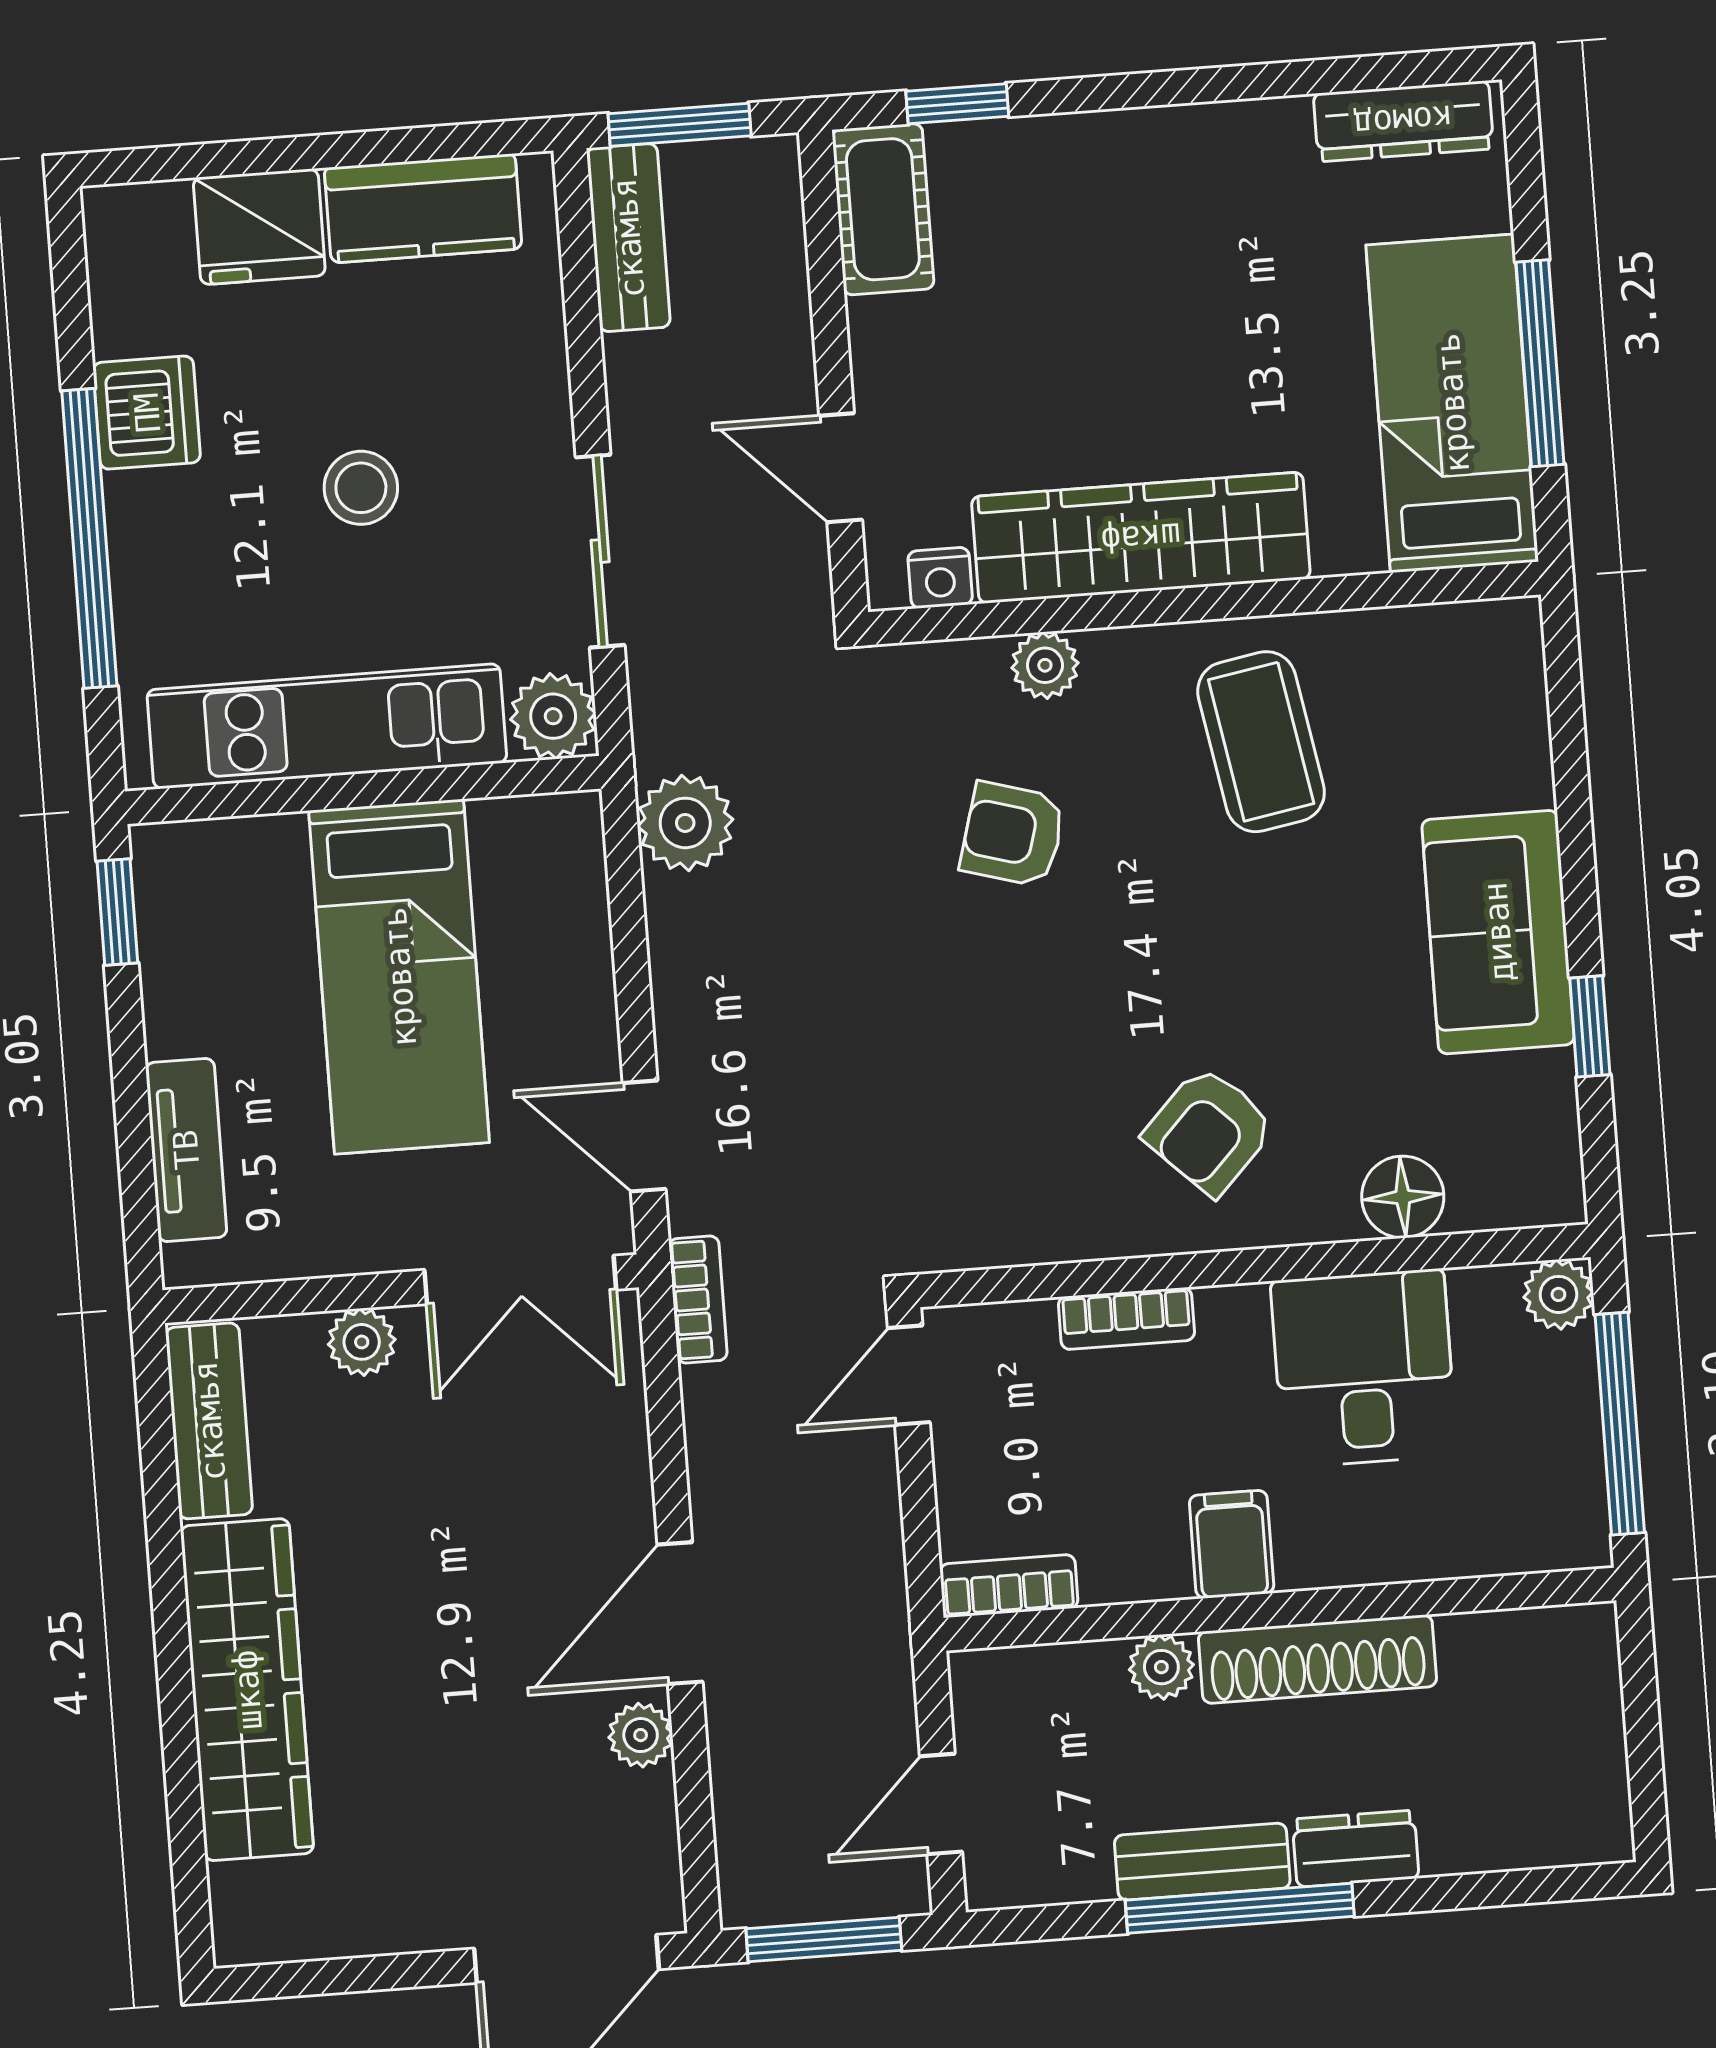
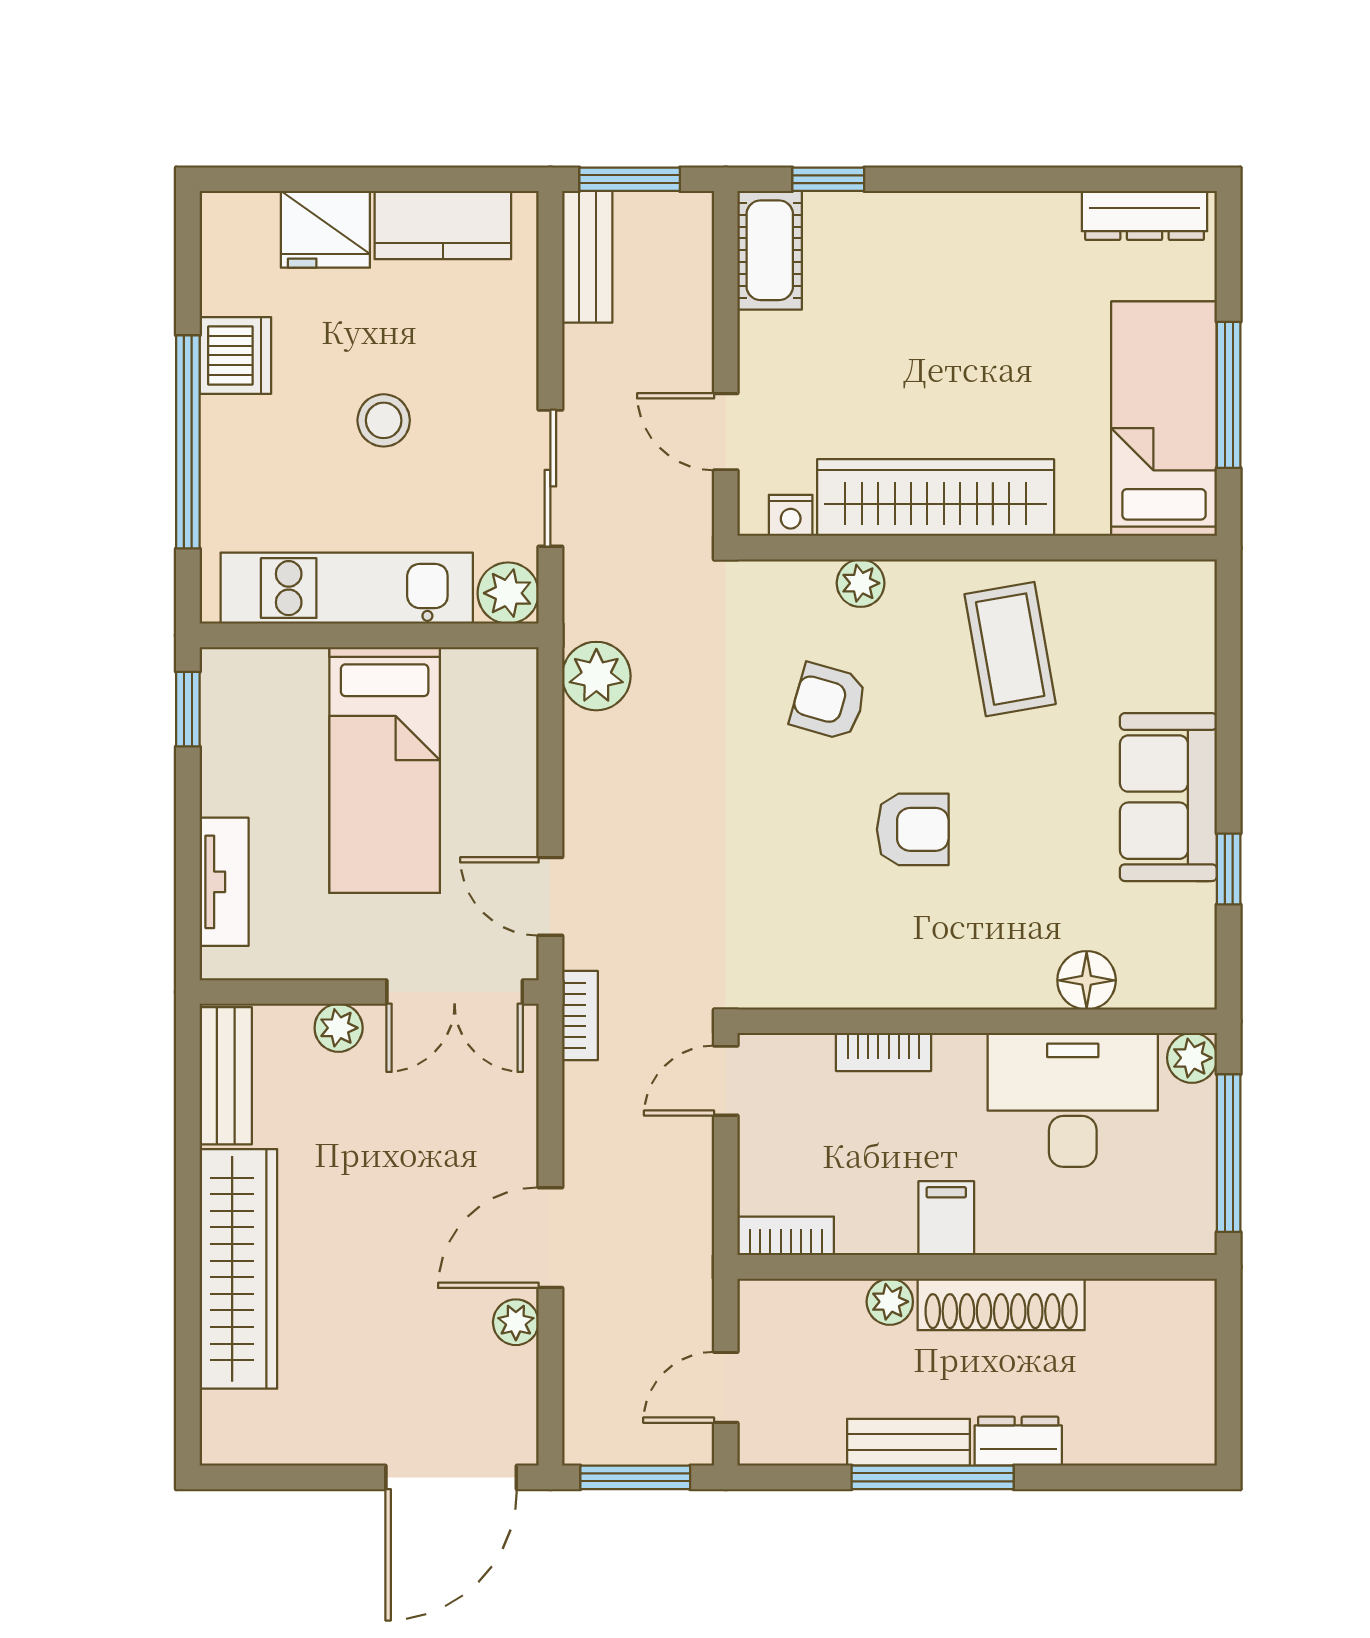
armchair: (1209, 1131) -> (913, 829), moved, turned -134
desk: (1364, 1368) -> (1073, 1100), width x1.37

